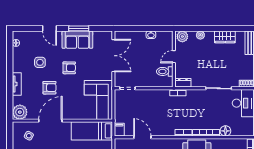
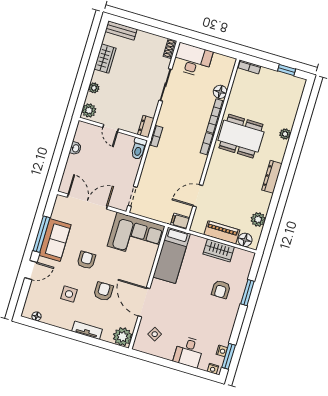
window: (79, 28) -> (41, 234), width x1.44
toilet: (165, 71) -> (139, 149), moved

